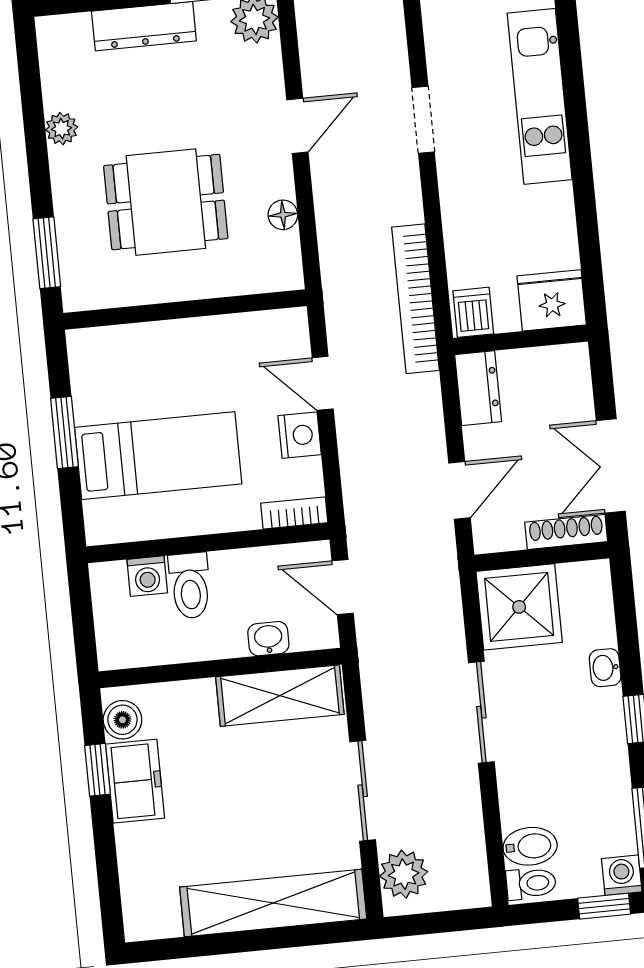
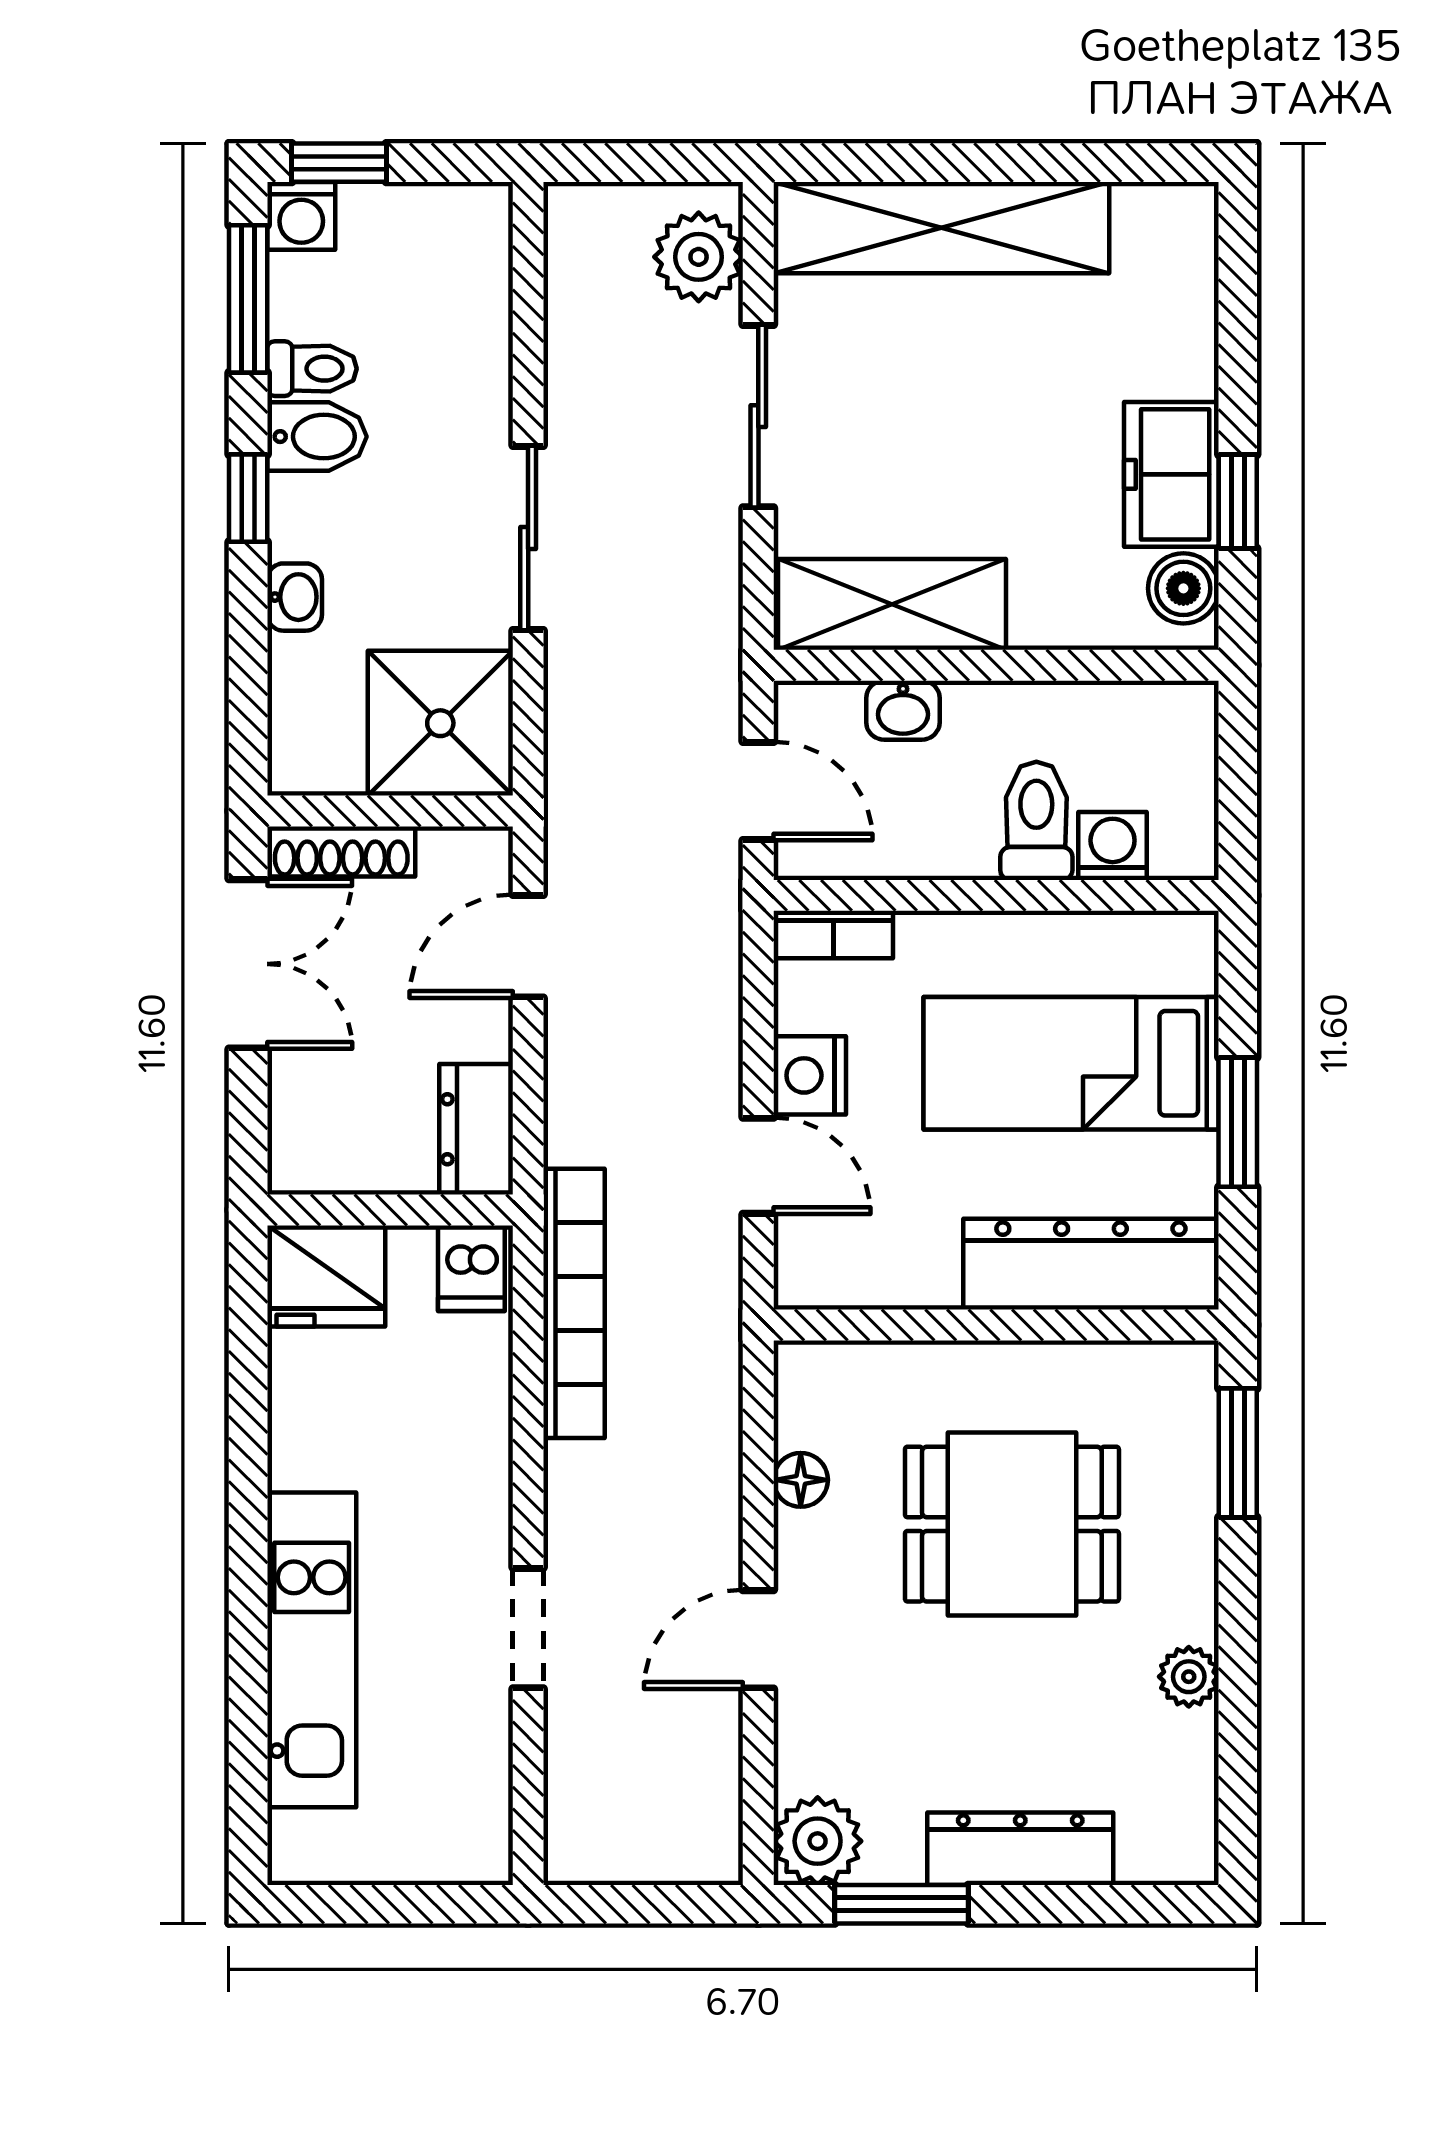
dresser: (137, 348) -> (1091, 1264), added
bidet: (530, 846) -> (317, 437), moved, turned 180
toilet: (531, 883) -> (312, 369), moved, turned 180

